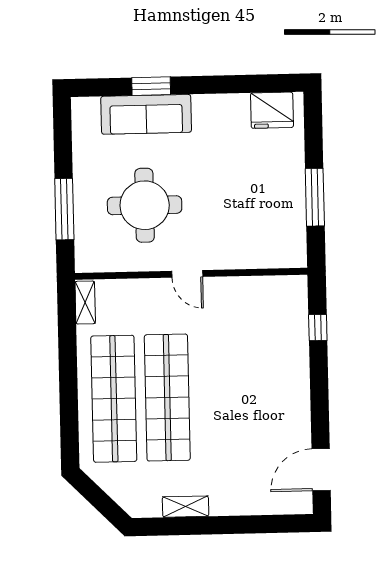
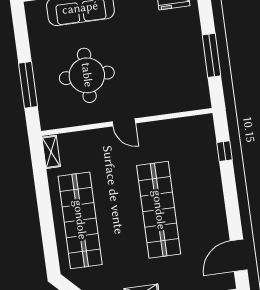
shop shelf: (167, 398) -> (159, 210), moved

